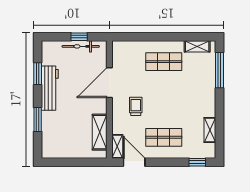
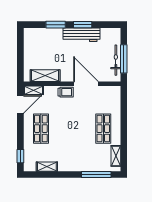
window: (79, 37) -> (124, 59), width x2.17
window: (38, 74) -> (83, 25), moved
trolley: (136, 106) -> (66, 92), moved

